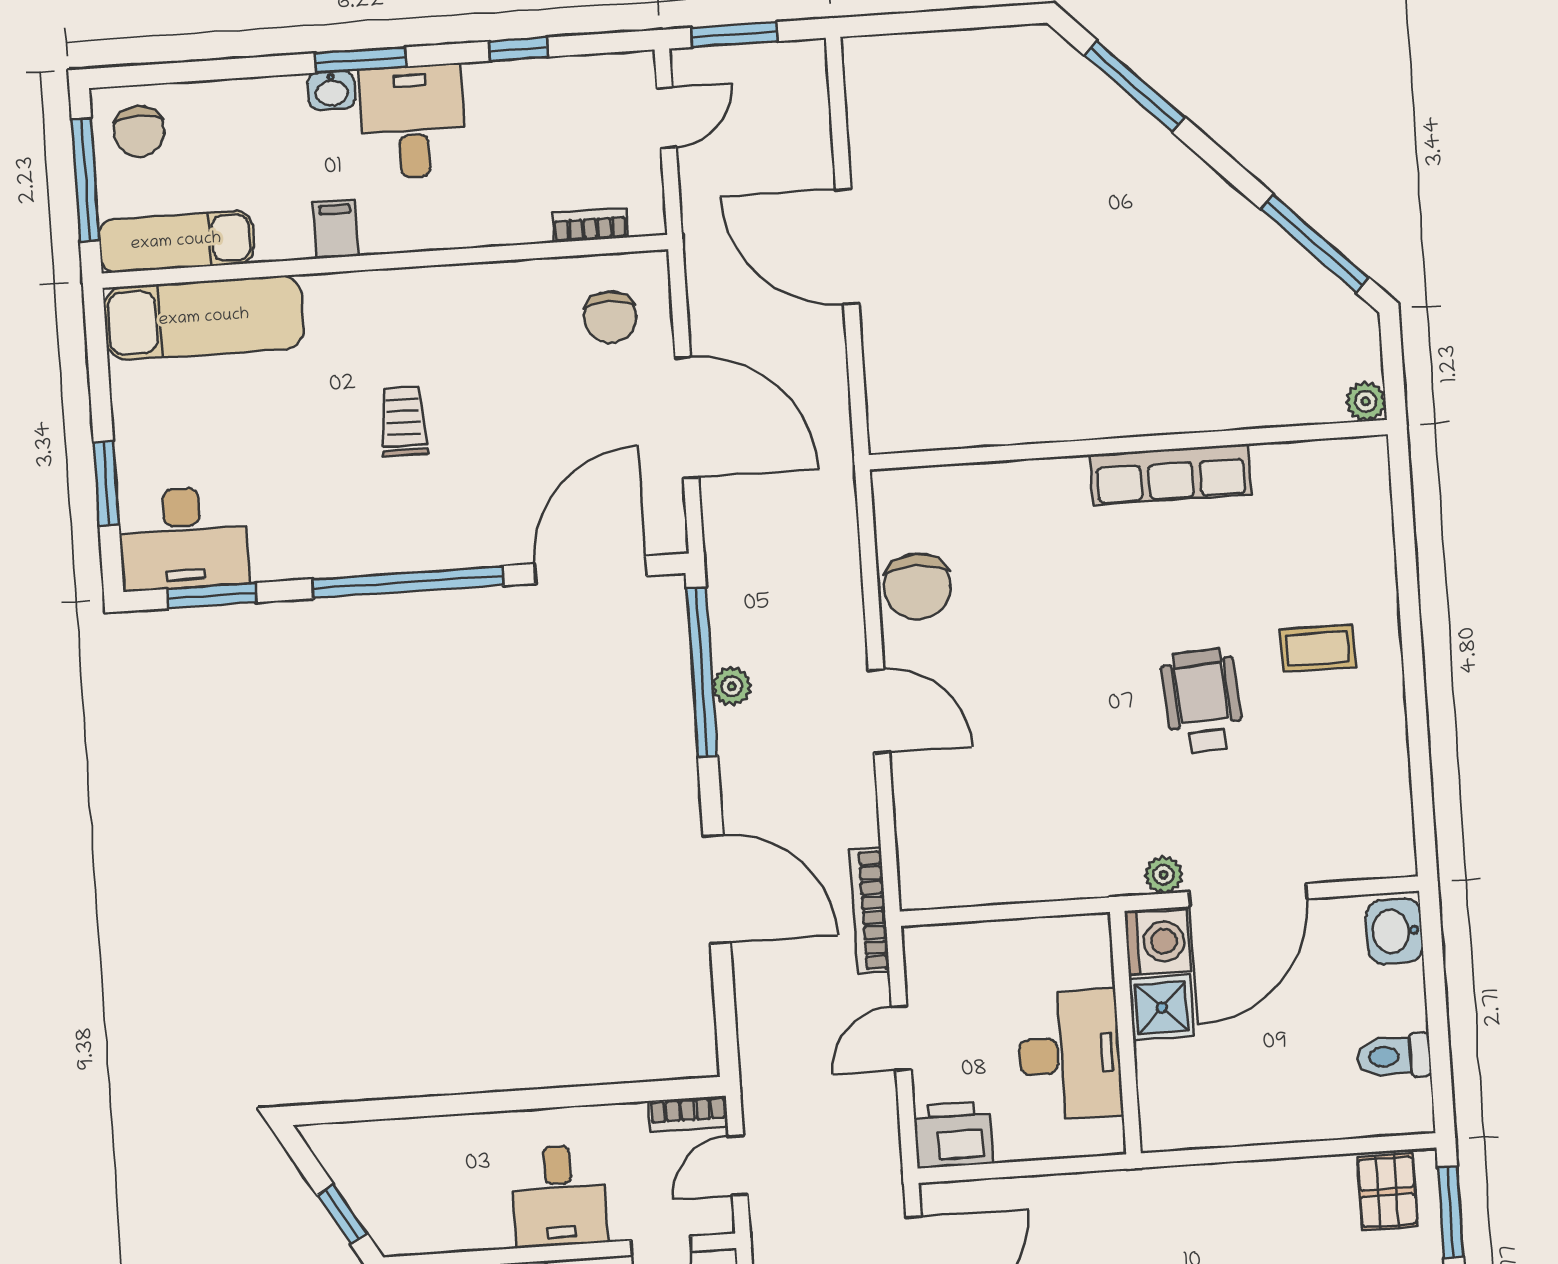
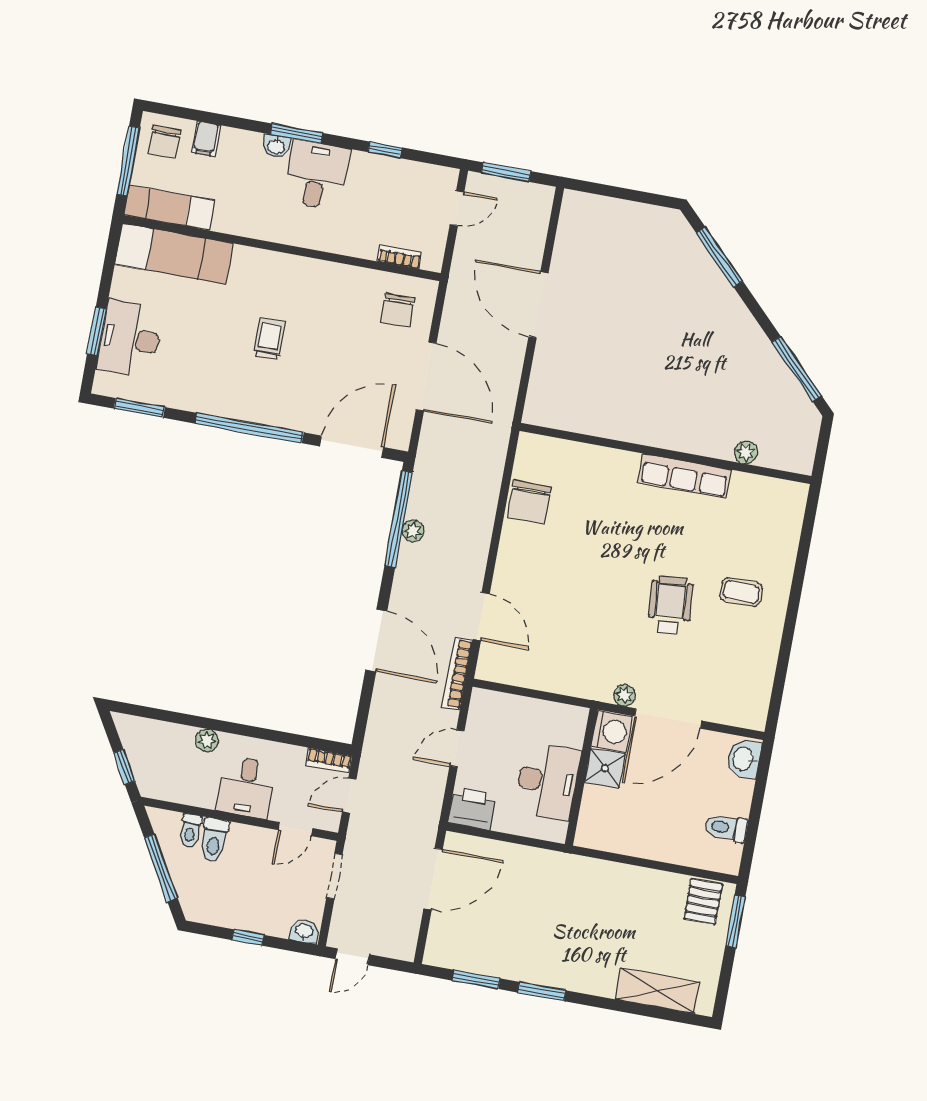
filing cabinet: (336, 229) -> (206, 139), moved, turned 180
plant: (1366, 401) -> (746, 453), moved
desk: (183, 538) -> (130, 339), moved, turned 90
door: (879, 711) -> (481, 617), moved
plant: (472, 1133) -> (207, 740), added

